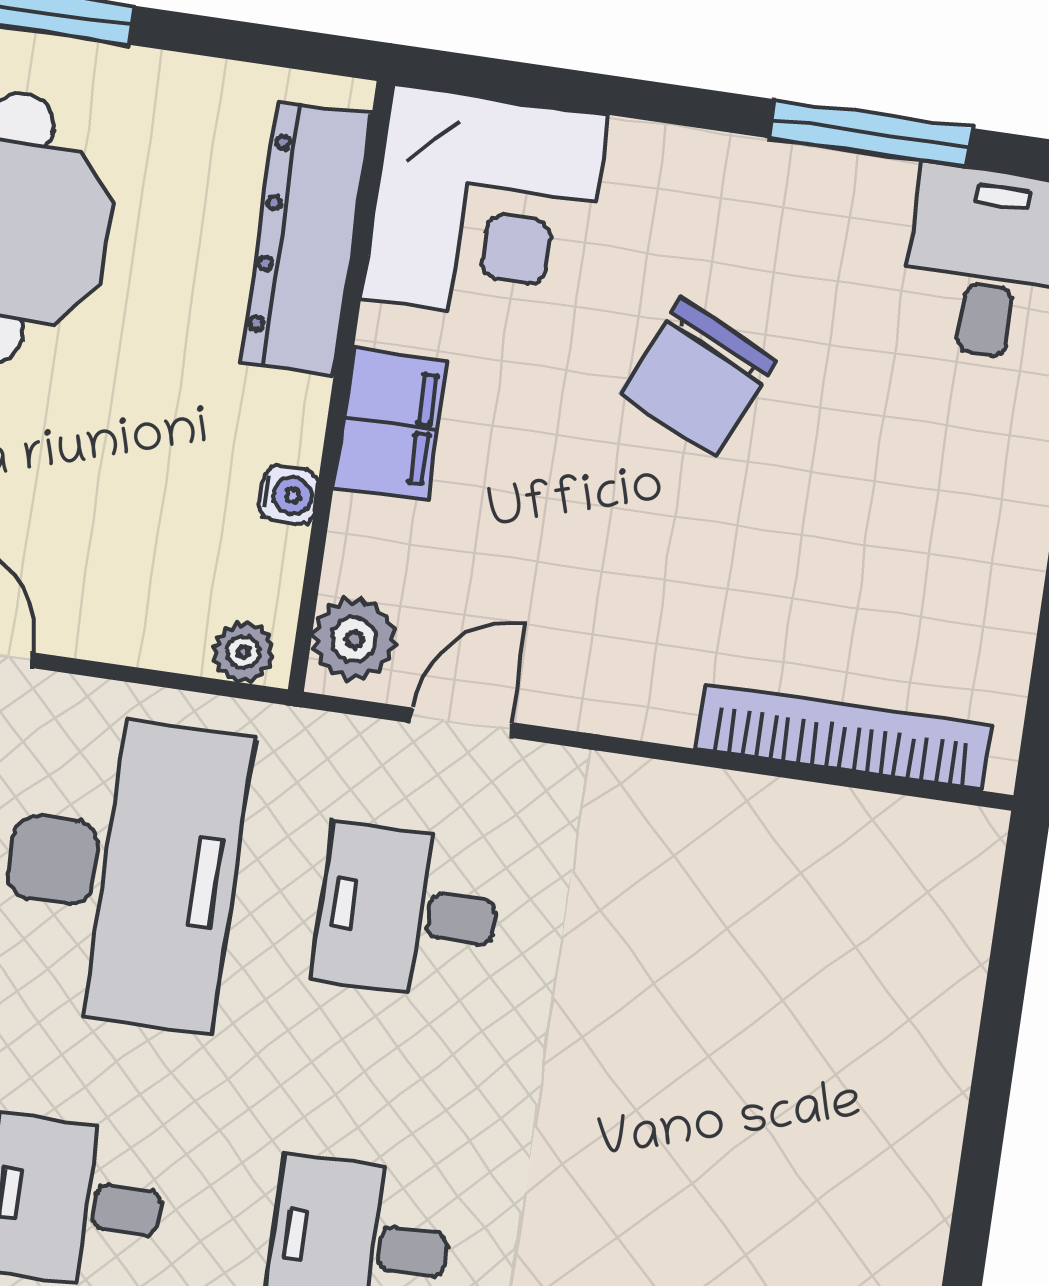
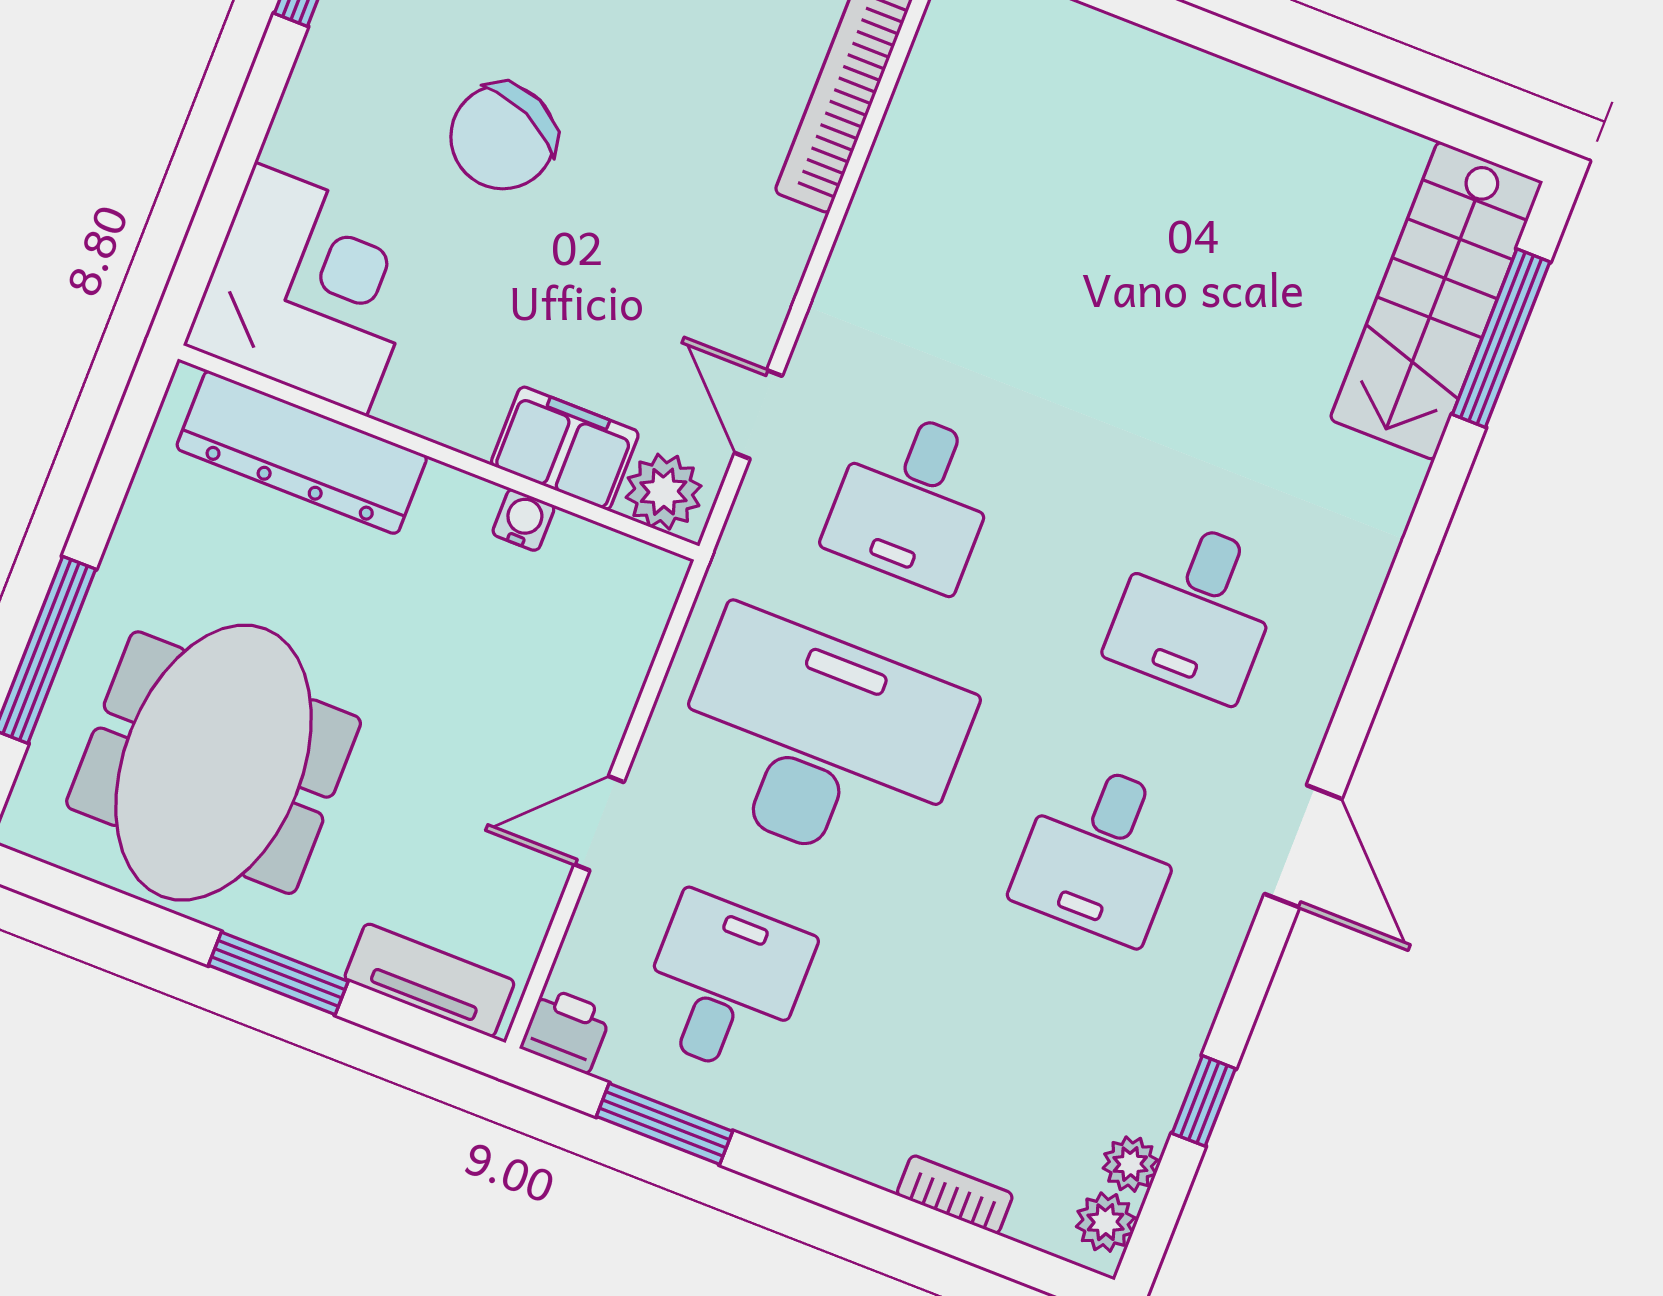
chair: (698, 377) -> (503, 137), turned 89
filing cabinet: (390, 424) -> (565, 448), moved
plant: (243, 652) -> (652, 591), removed

